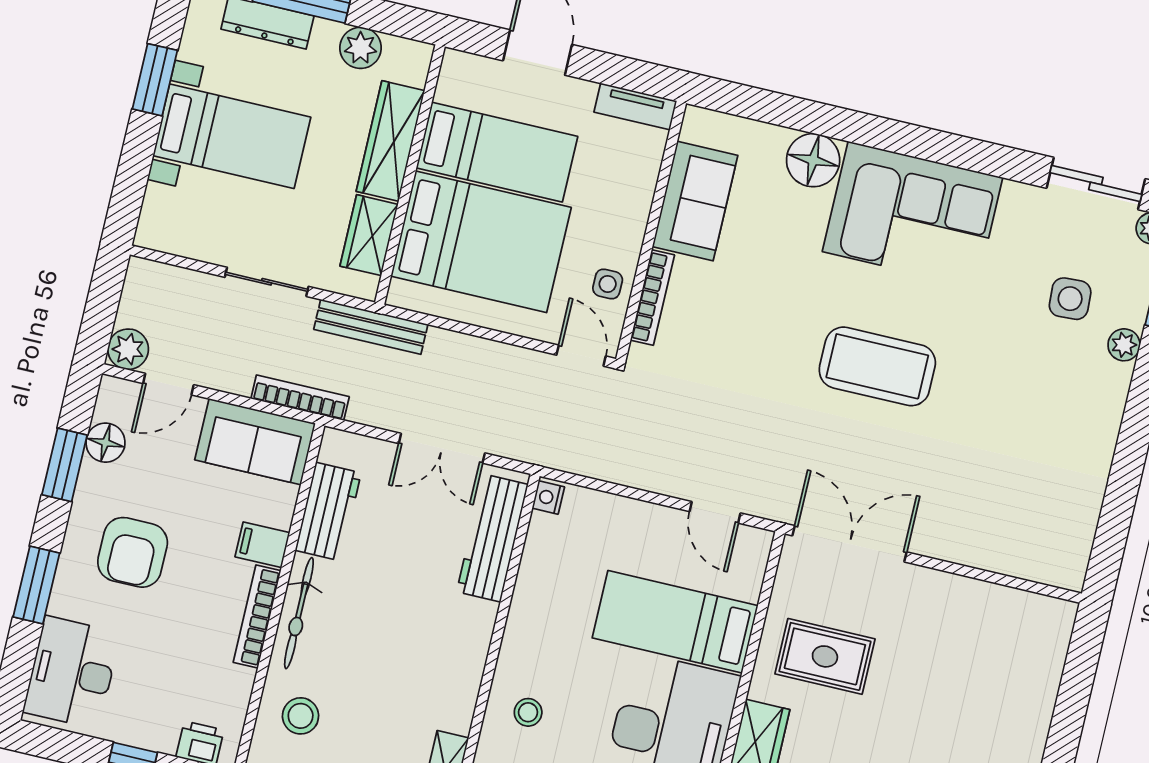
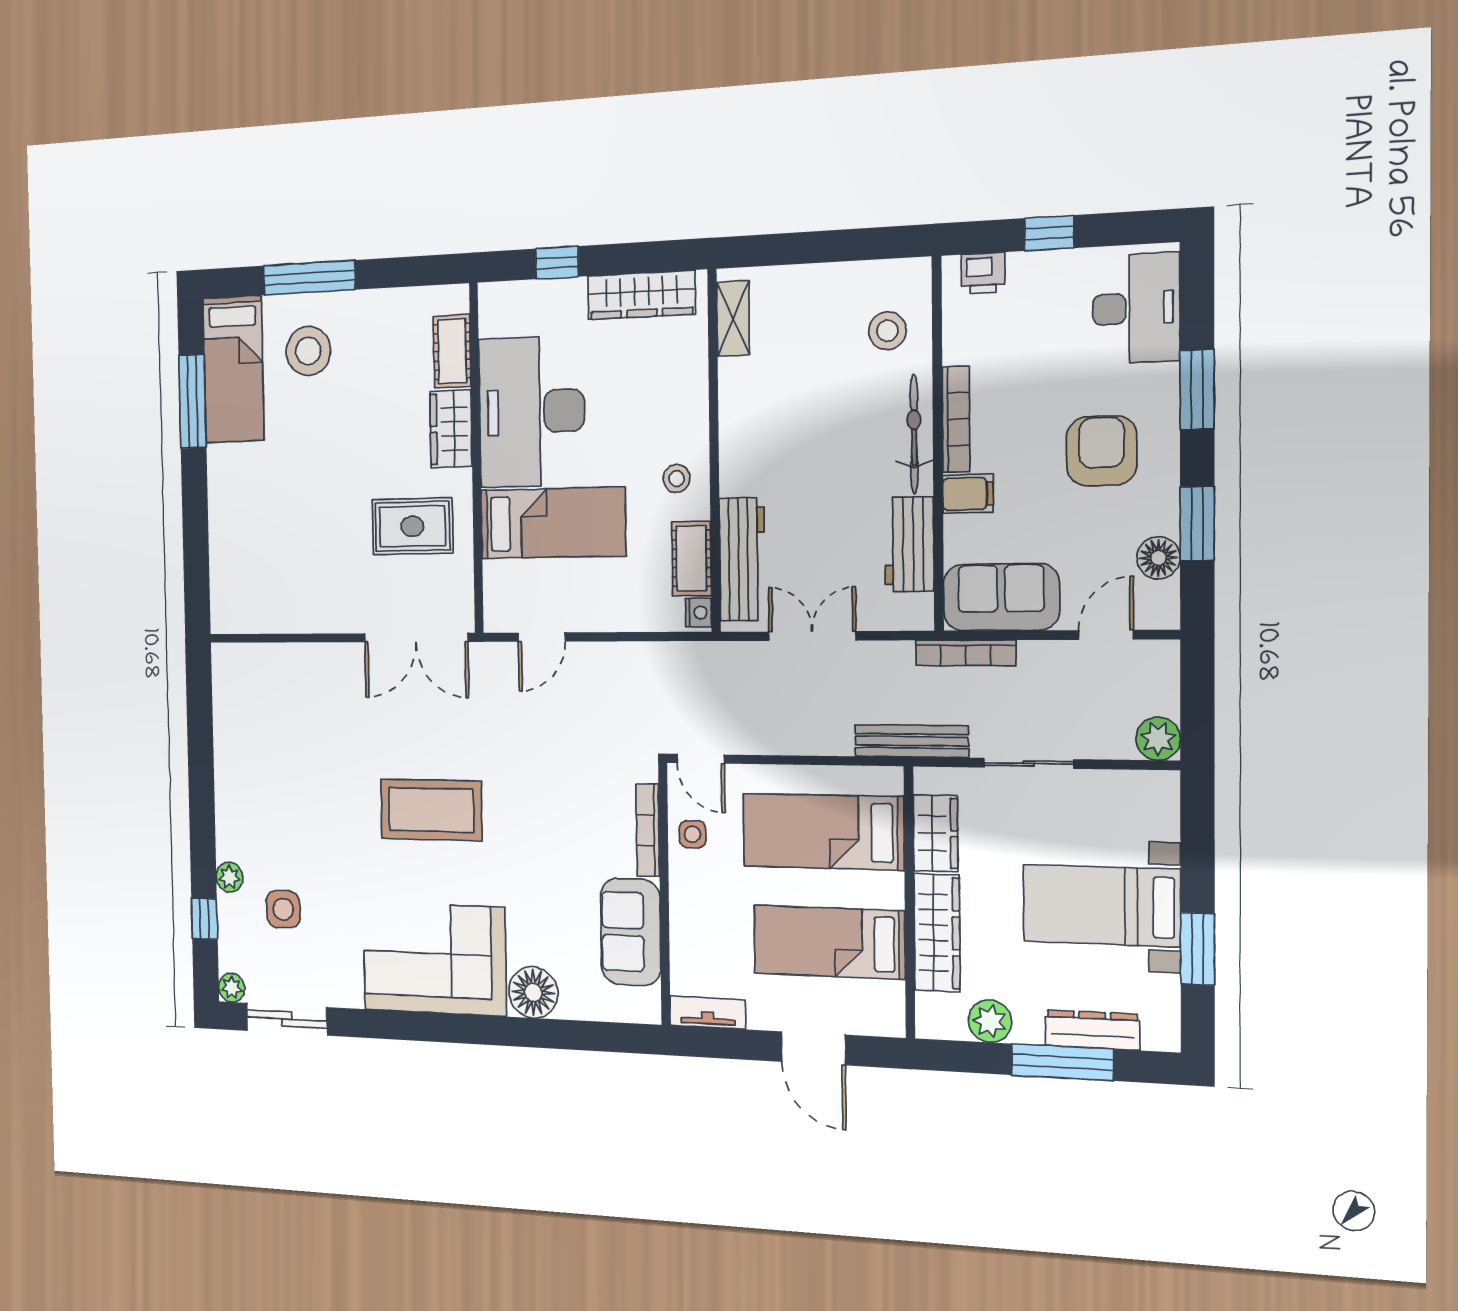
bed: (481, 242) -> (823, 832), width x0.67
plant: (128, 349) -> (1158, 739), moved
door: (715, 512) -> (542, 637), swing flipped
cot: (542, 552) -> (691, 558), added
stool: (528, 712) -> (677, 479), moved

